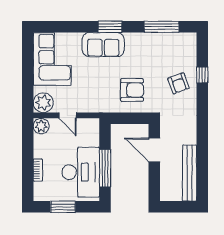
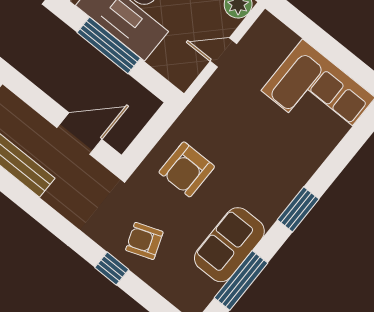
sofa: (103, 45) -> (229, 245), moved
window: (202, 75) -> (112, 268), moved
plant: (43, 103) -> (268, 33), removed

